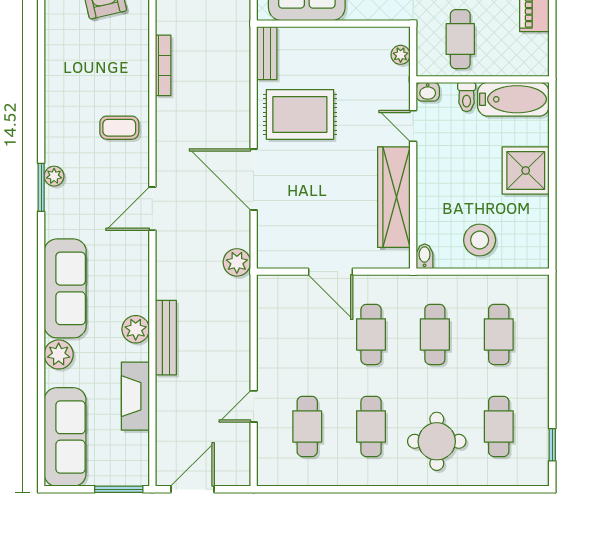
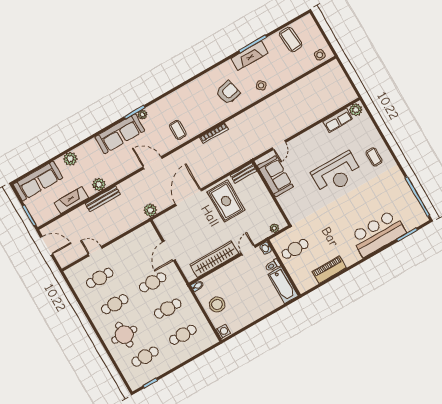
shower: (526, 170) -> (257, 307), removed
washing machine: (535, 257) -> (223, 331), added
sofa: (65, 288) -> (120, 134), moved

